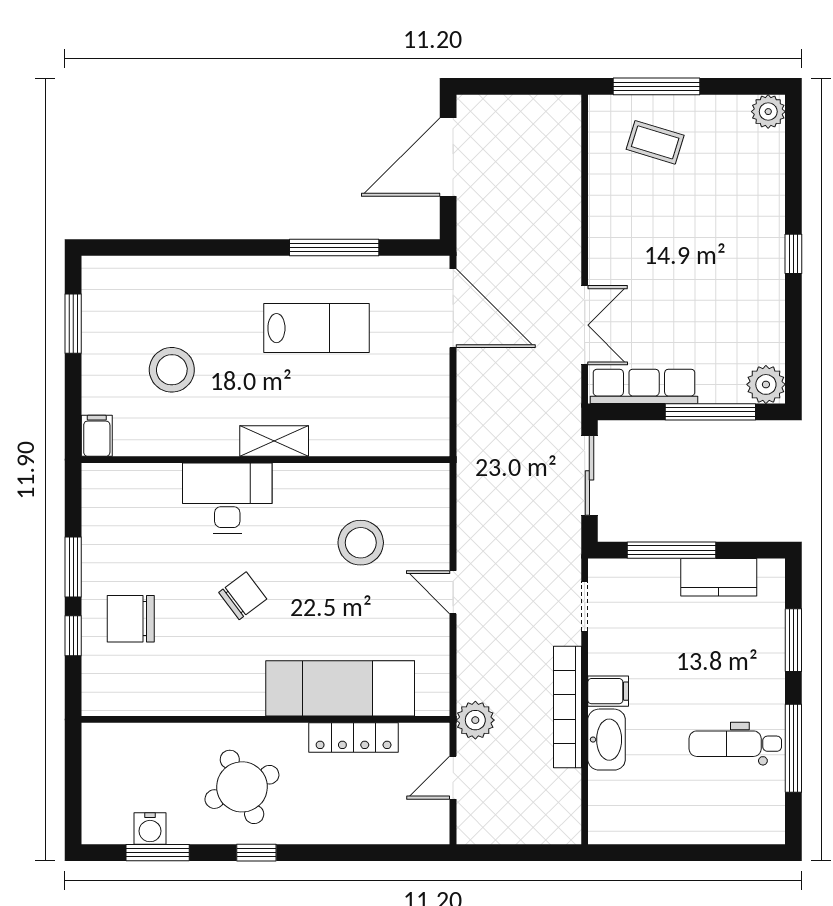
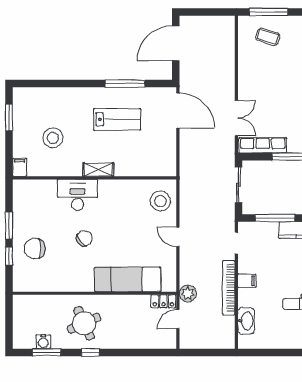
stool: (361, 543) -> (160, 201), moved
locker: (354, 738) -> (163, 301), moved, width x0.66
washbasin: (607, 740) -> (246, 321), moved

